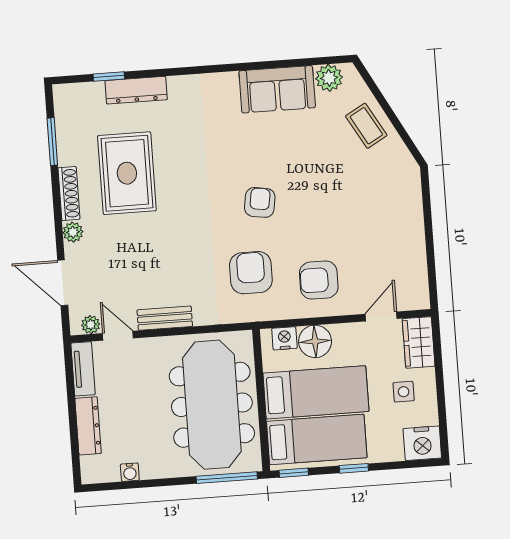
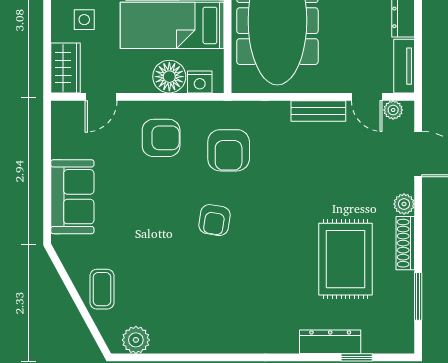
sofa: (277, 89) -> (72, 197), moved, turned 90
coffee table: (366, 126) -> (102, 289), turned 30

